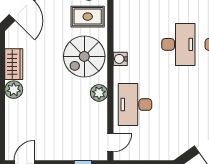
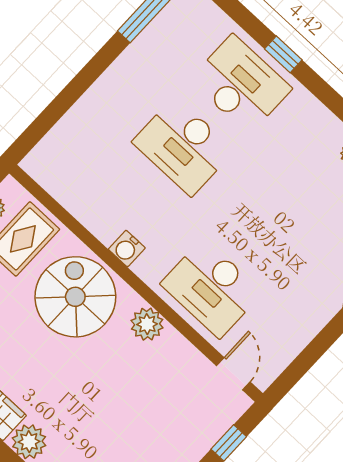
desk: (178, 44) -> (183, 146), turned 180
spiral stairs: (84, 56) -> (75, 297), turned 180

